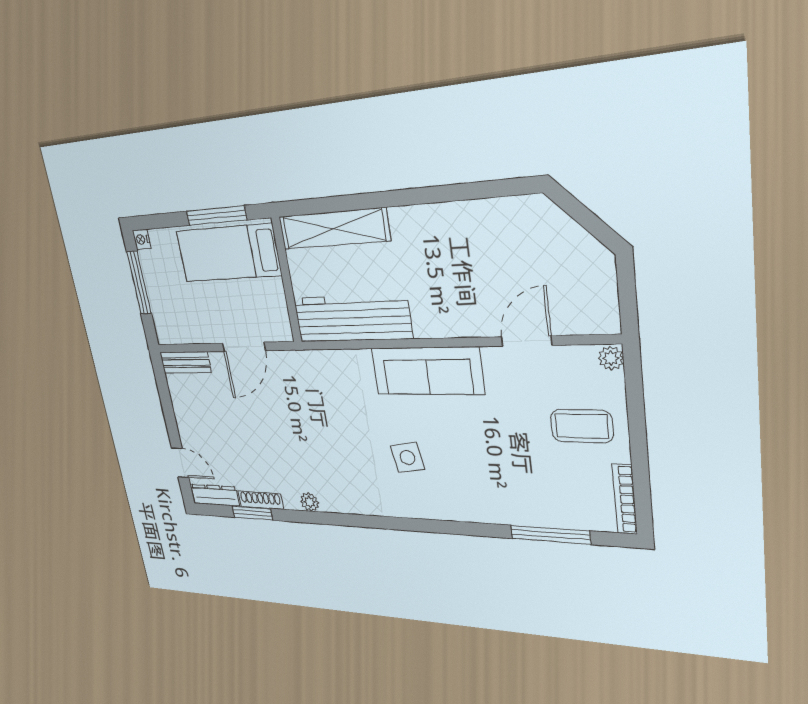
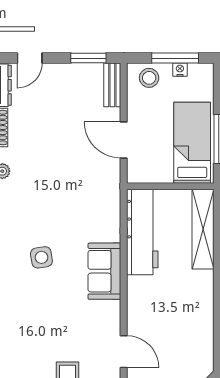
nightstand: (142, 239) -> (180, 70), moved
stool: (168, 316) -> (149, 78), added
sofa: (427, 371) -> (104, 271), width x0.73
window: (164, 392) -> (88, 58), added

